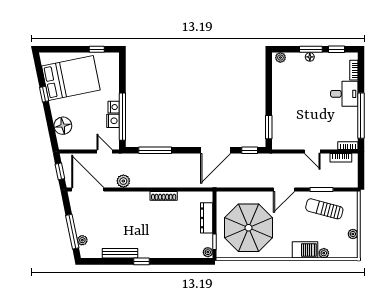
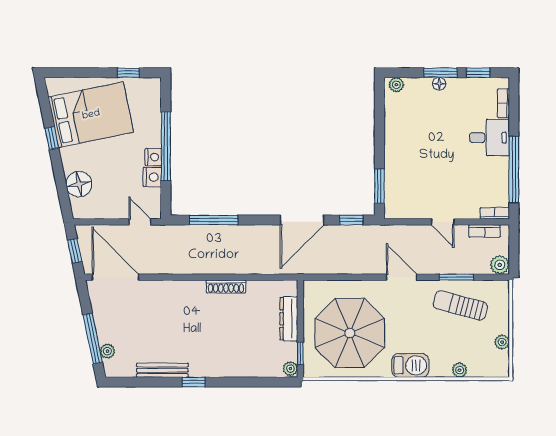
window: (122, 117) -> (166, 146), moved
plant: (123, 181) -> (500, 265), moved
door: (284, 189) -> (402, 277), swing flipped
barbecue: (305, 250) -> (410, 365), moved

